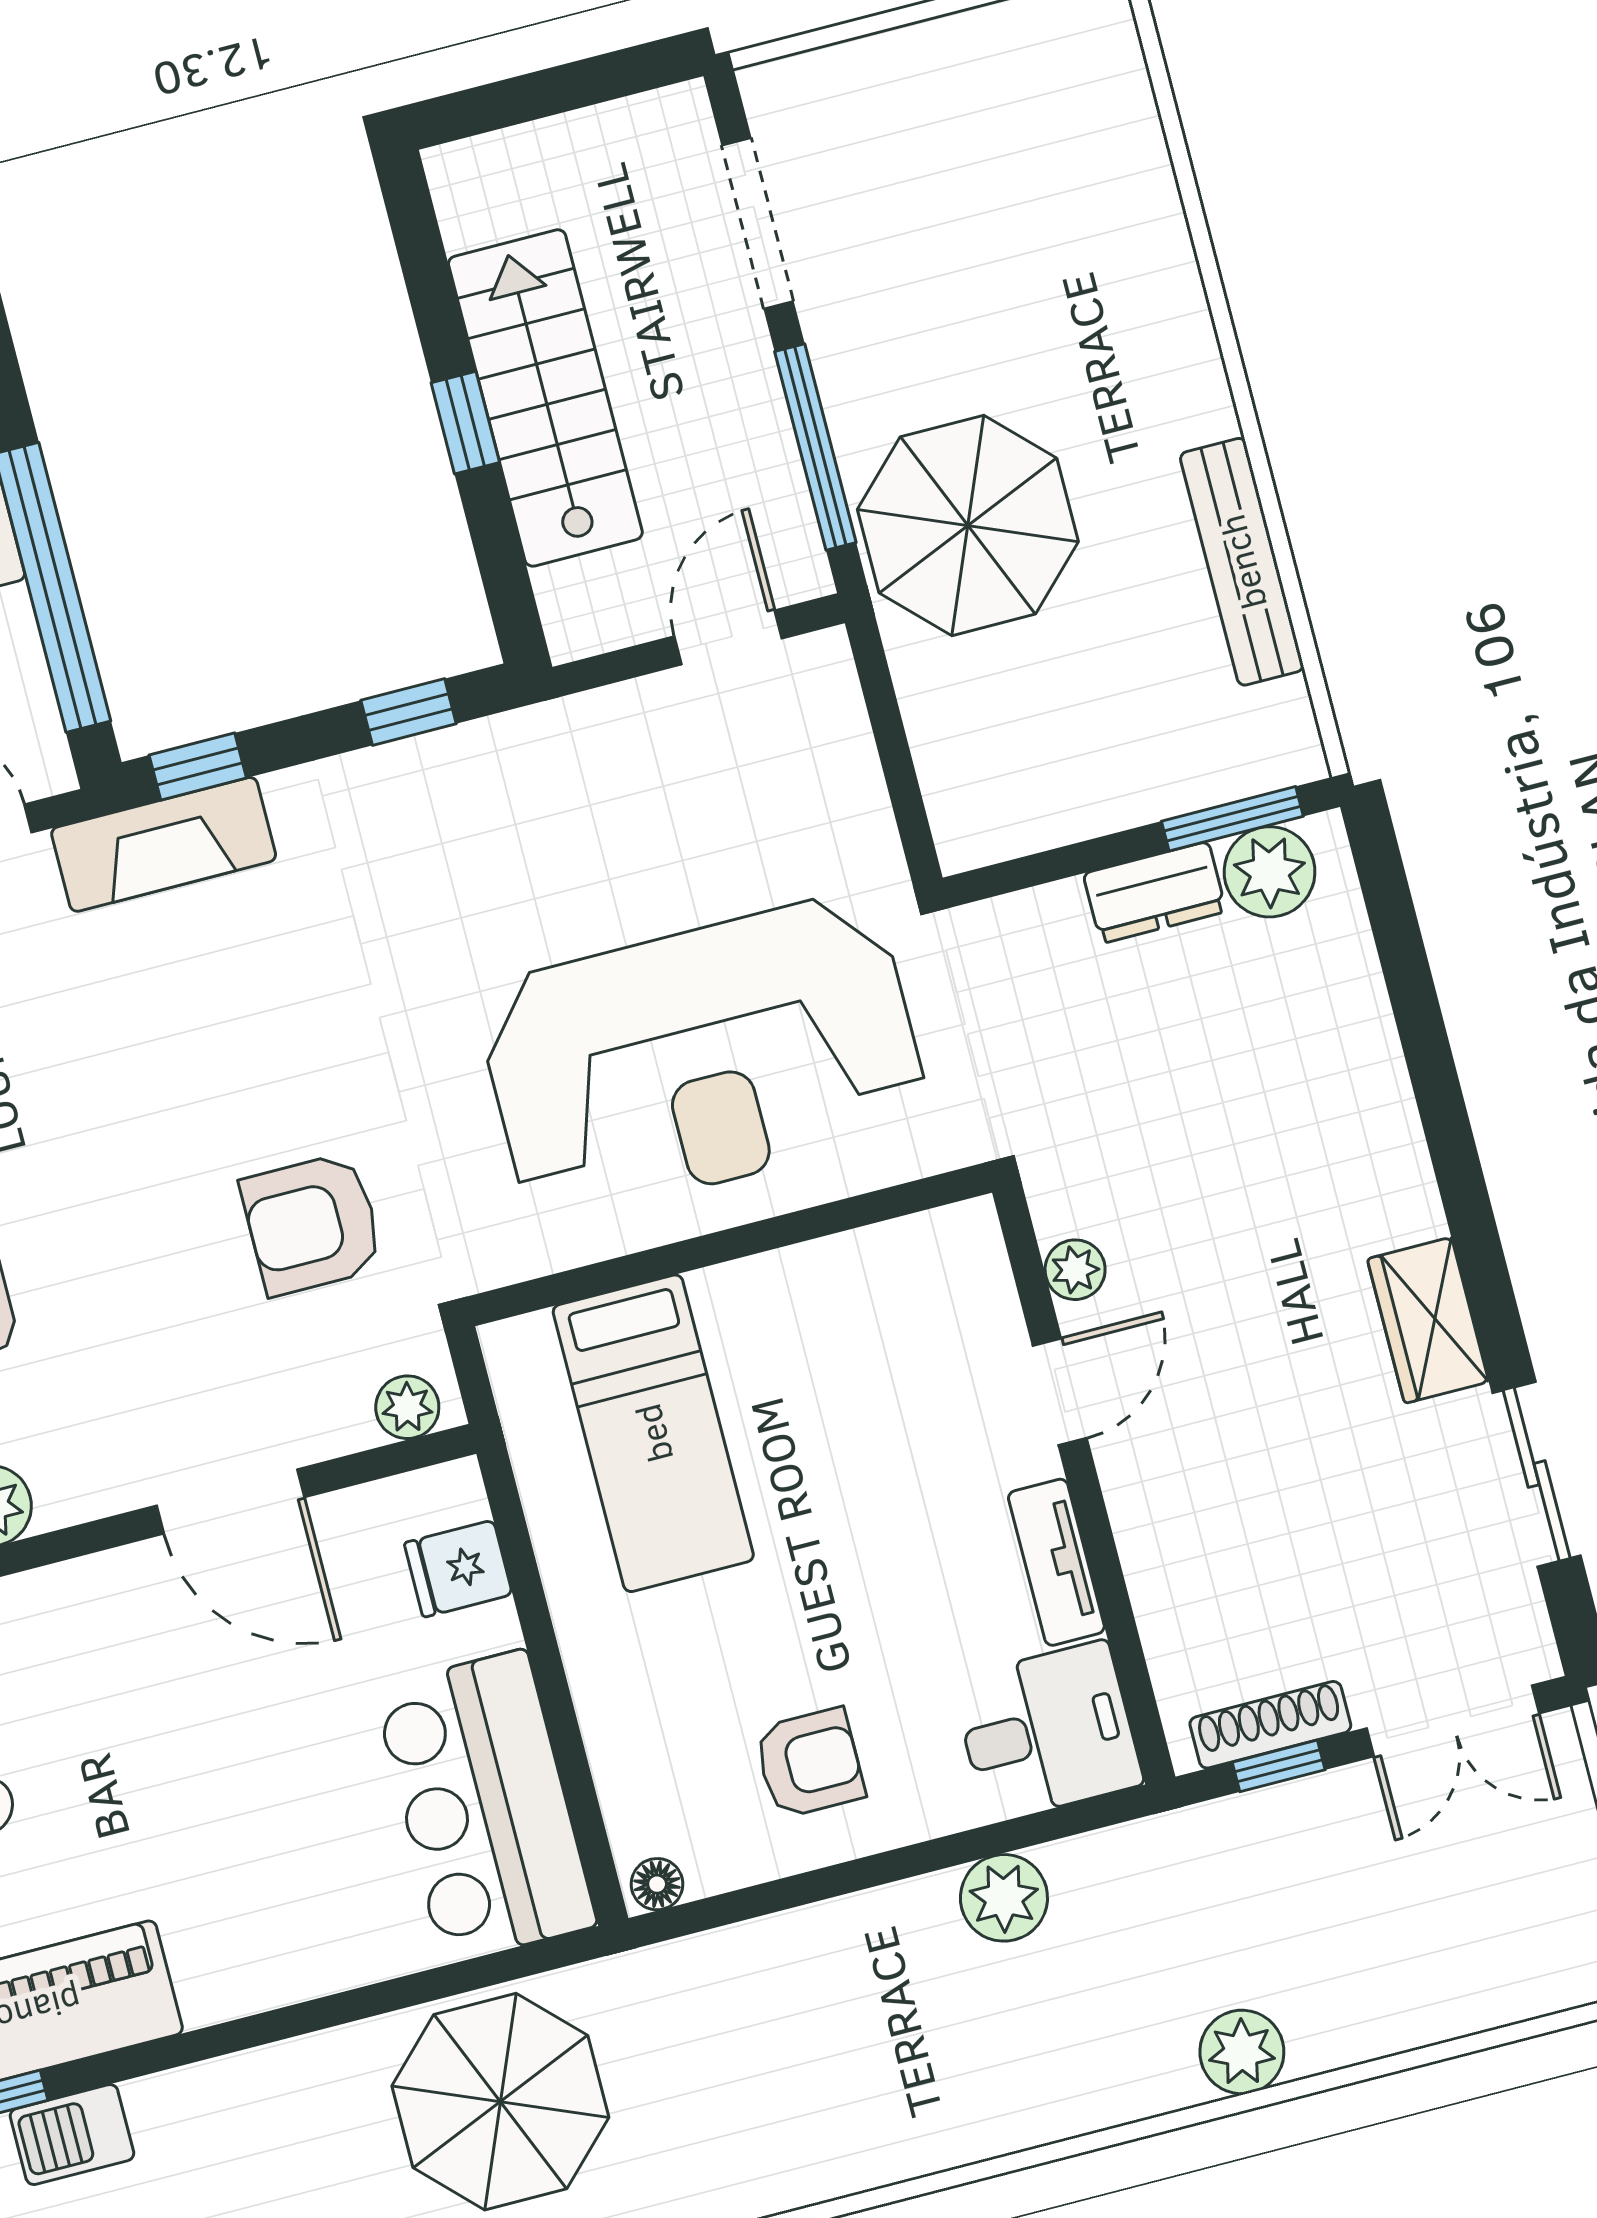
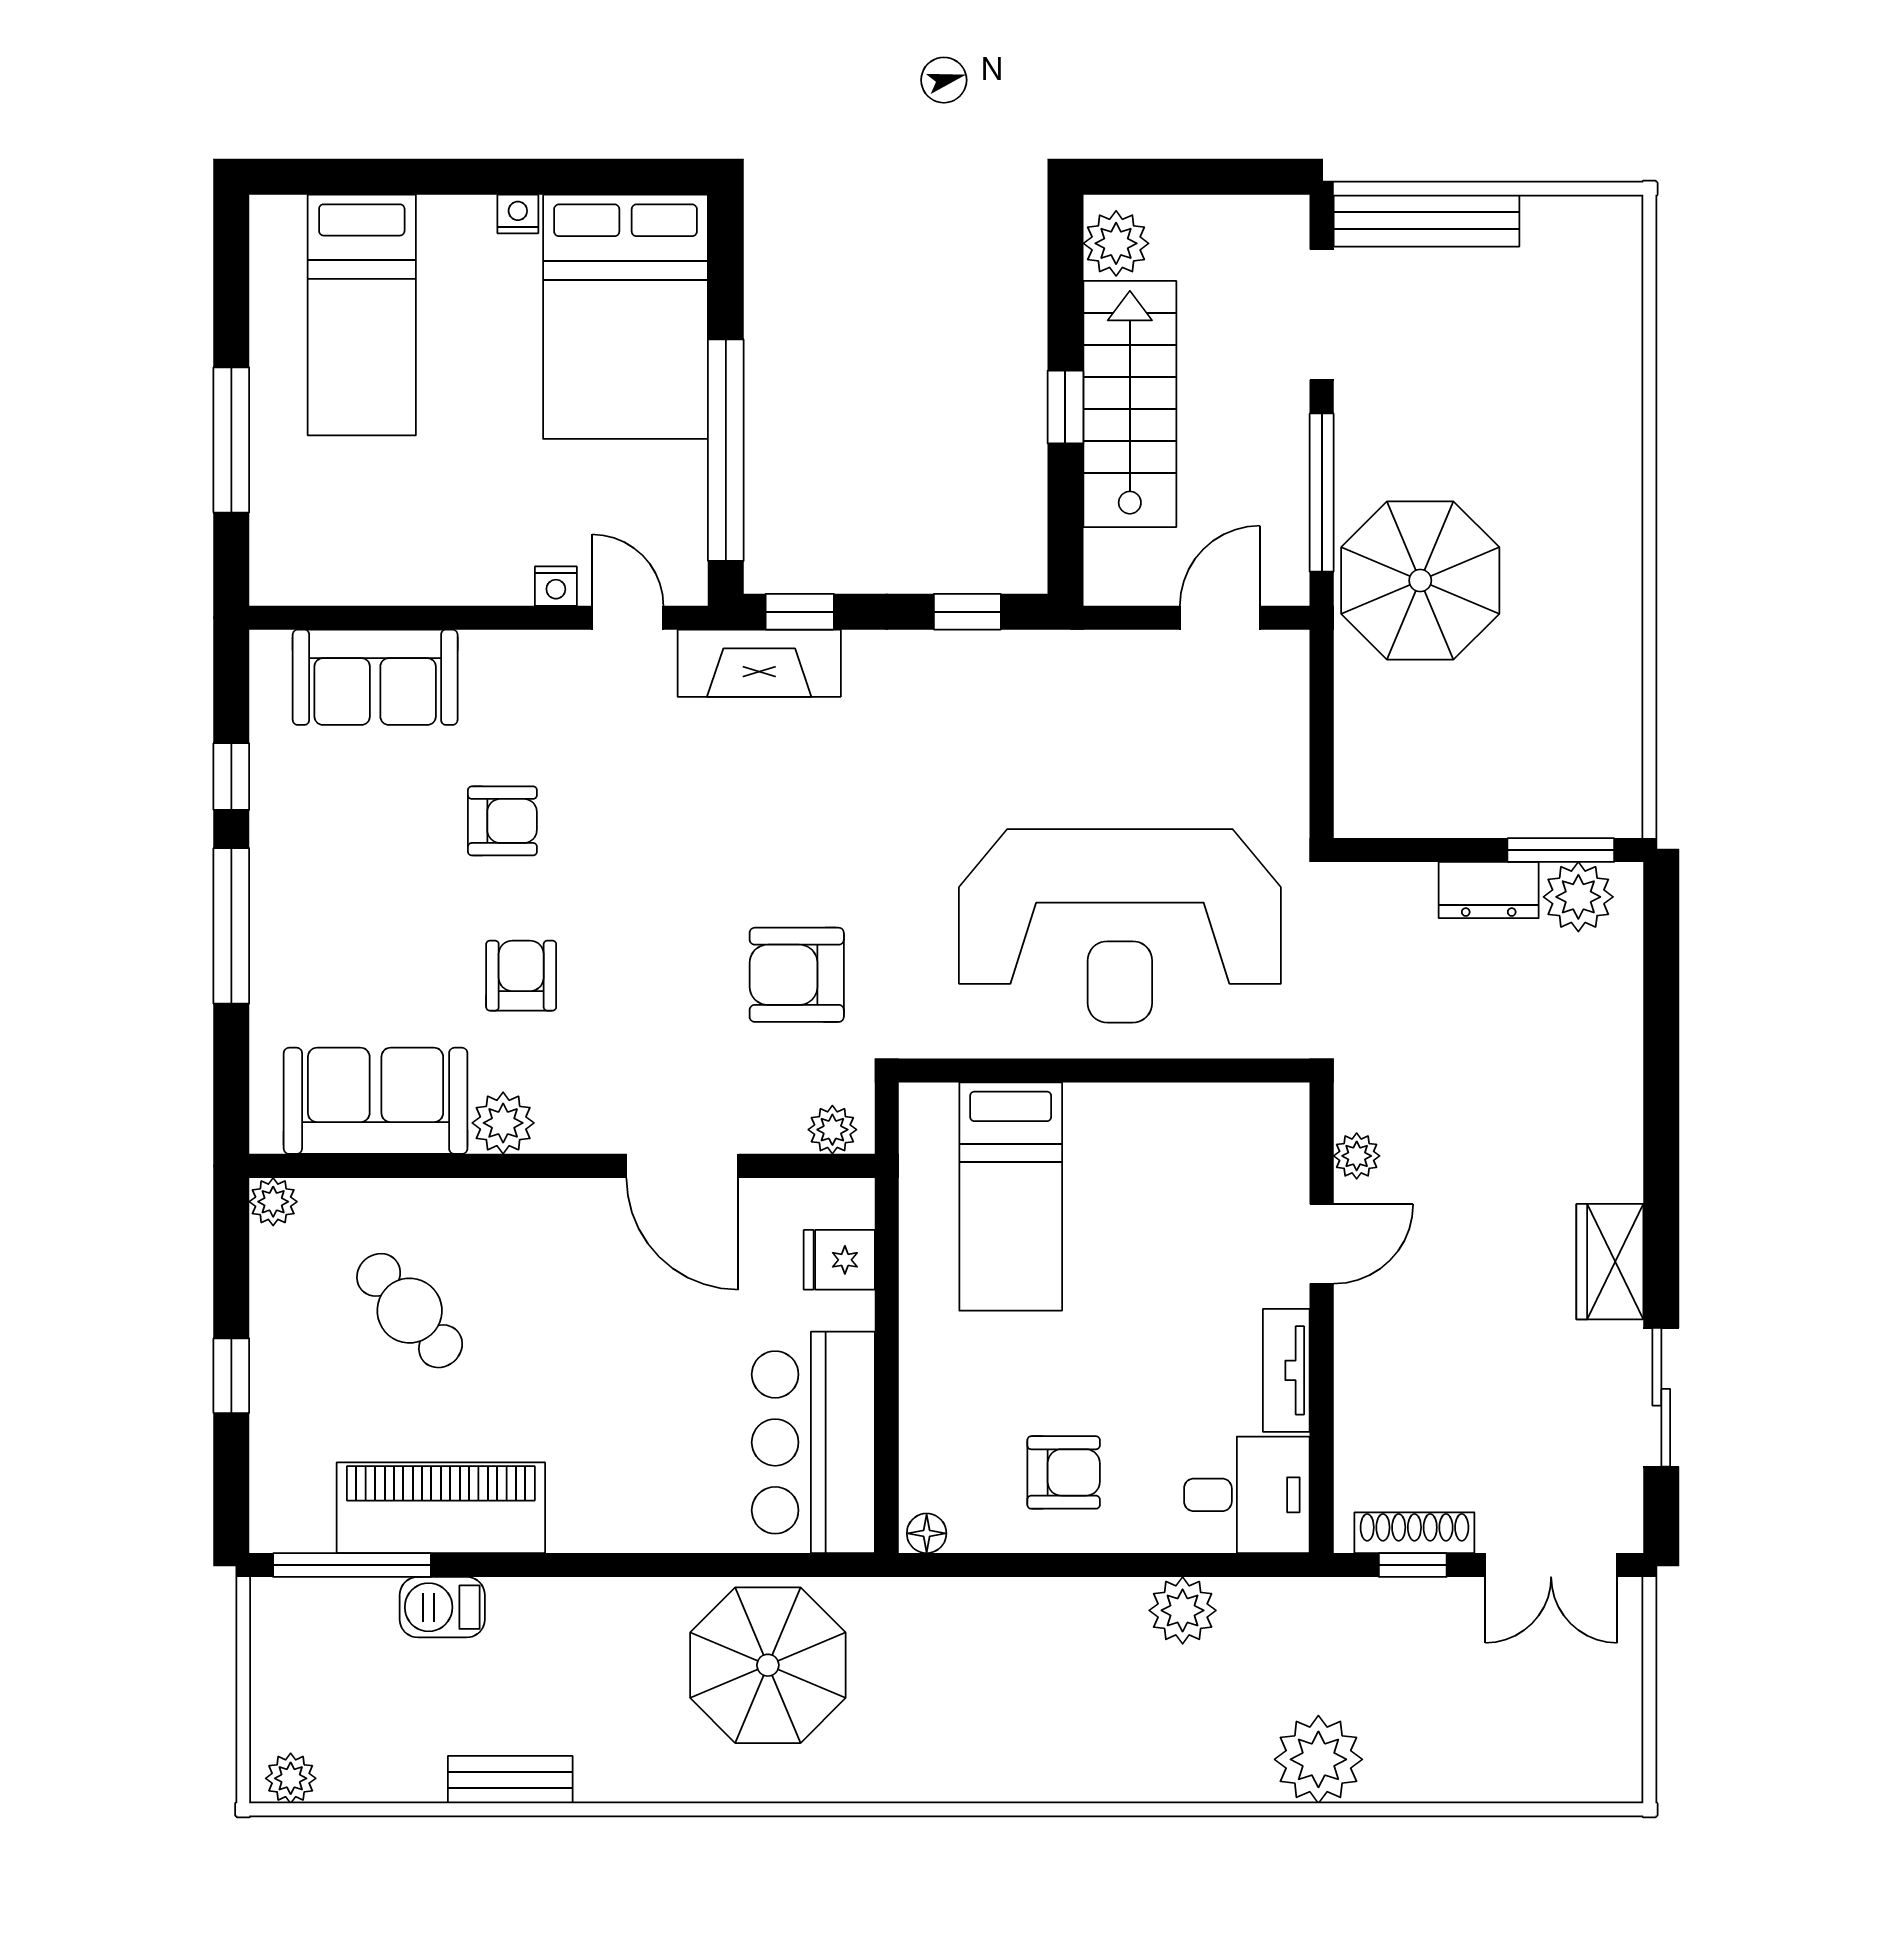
plant: (476, 200) -> (1116, 243), added
bench: (1242, 562) -> (1426, 221), moved, turned 90
plant: (1242, 2052) -> (1318, 1759), width x1.36, depth x1.36

